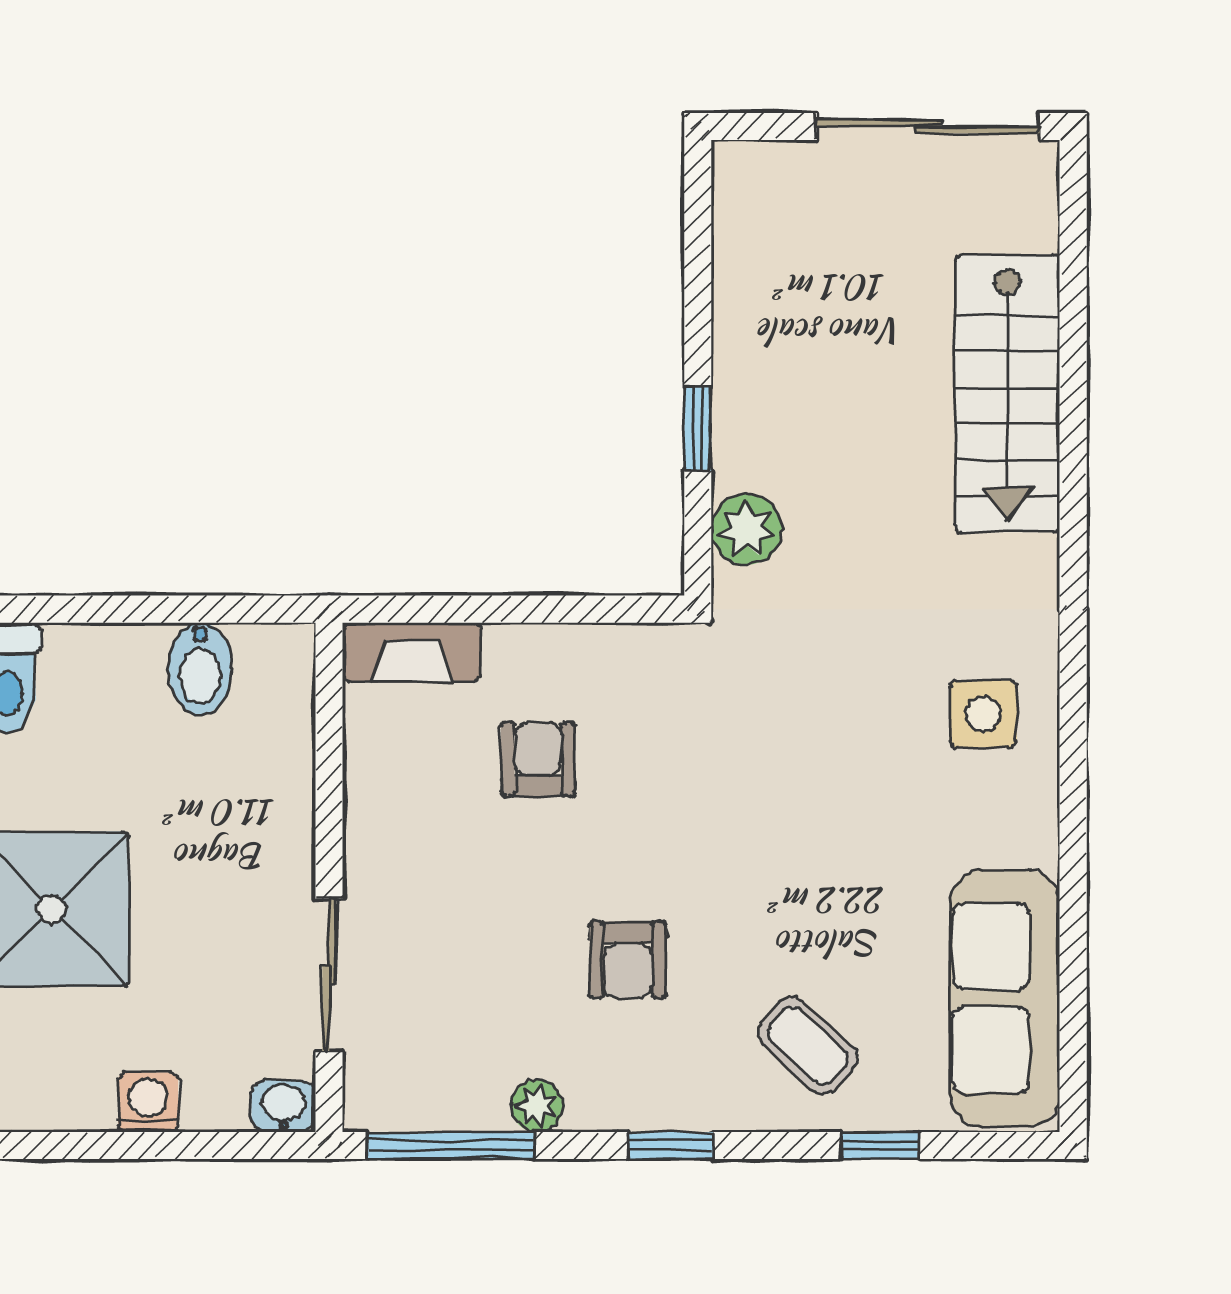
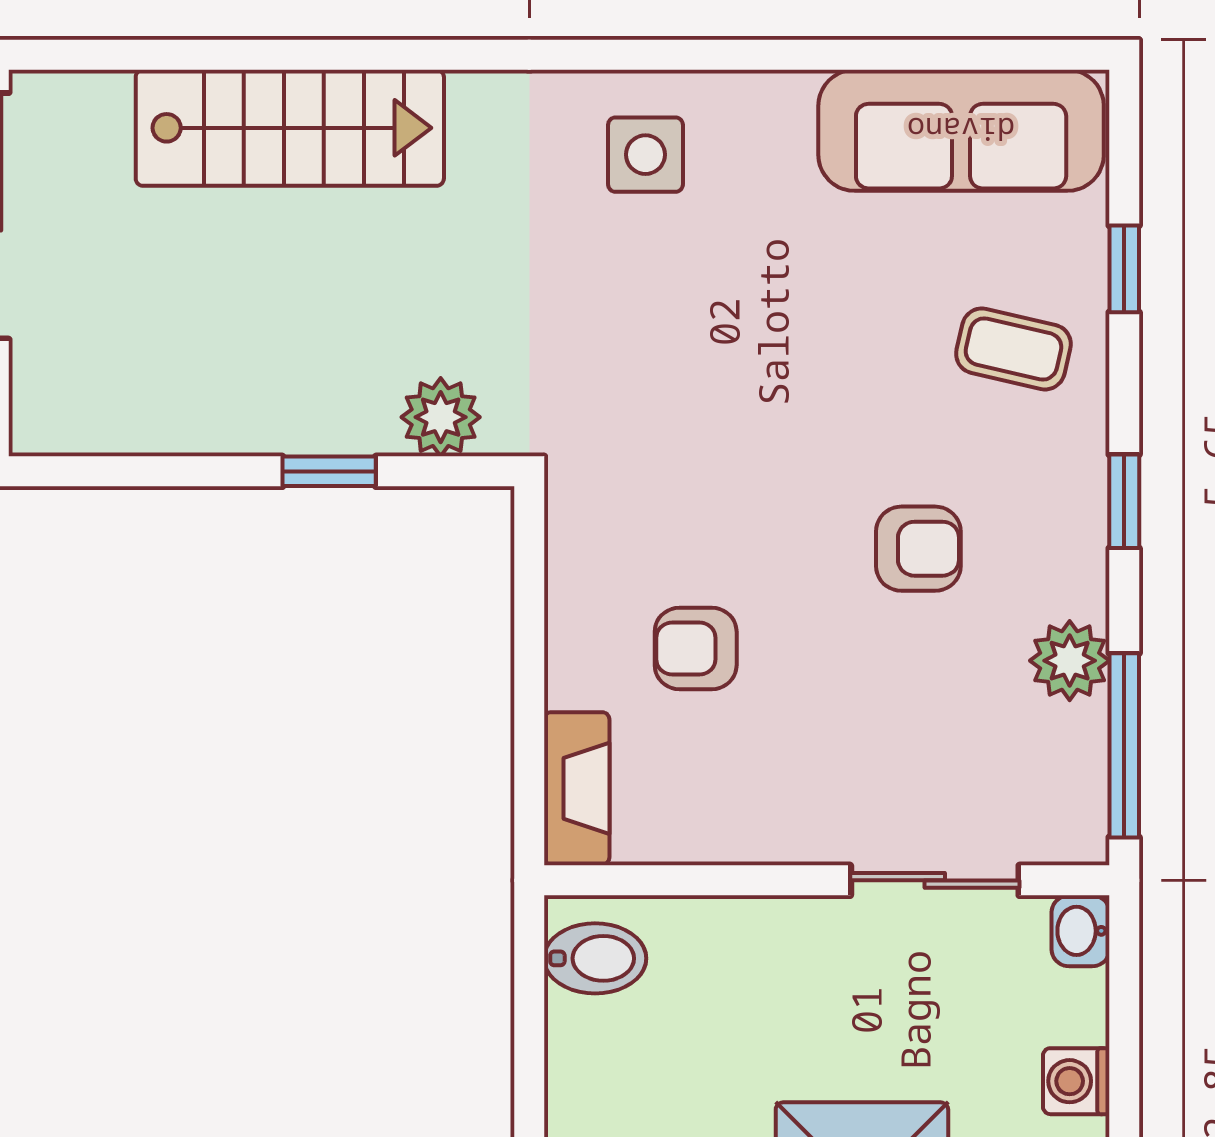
bidet: (200, 669) -> (595, 958), moved
coffee table: (808, 1046) -> (1013, 349), turned 60
plant: (537, 1106) -> (1070, 661), width x1.38, depth x1.38

